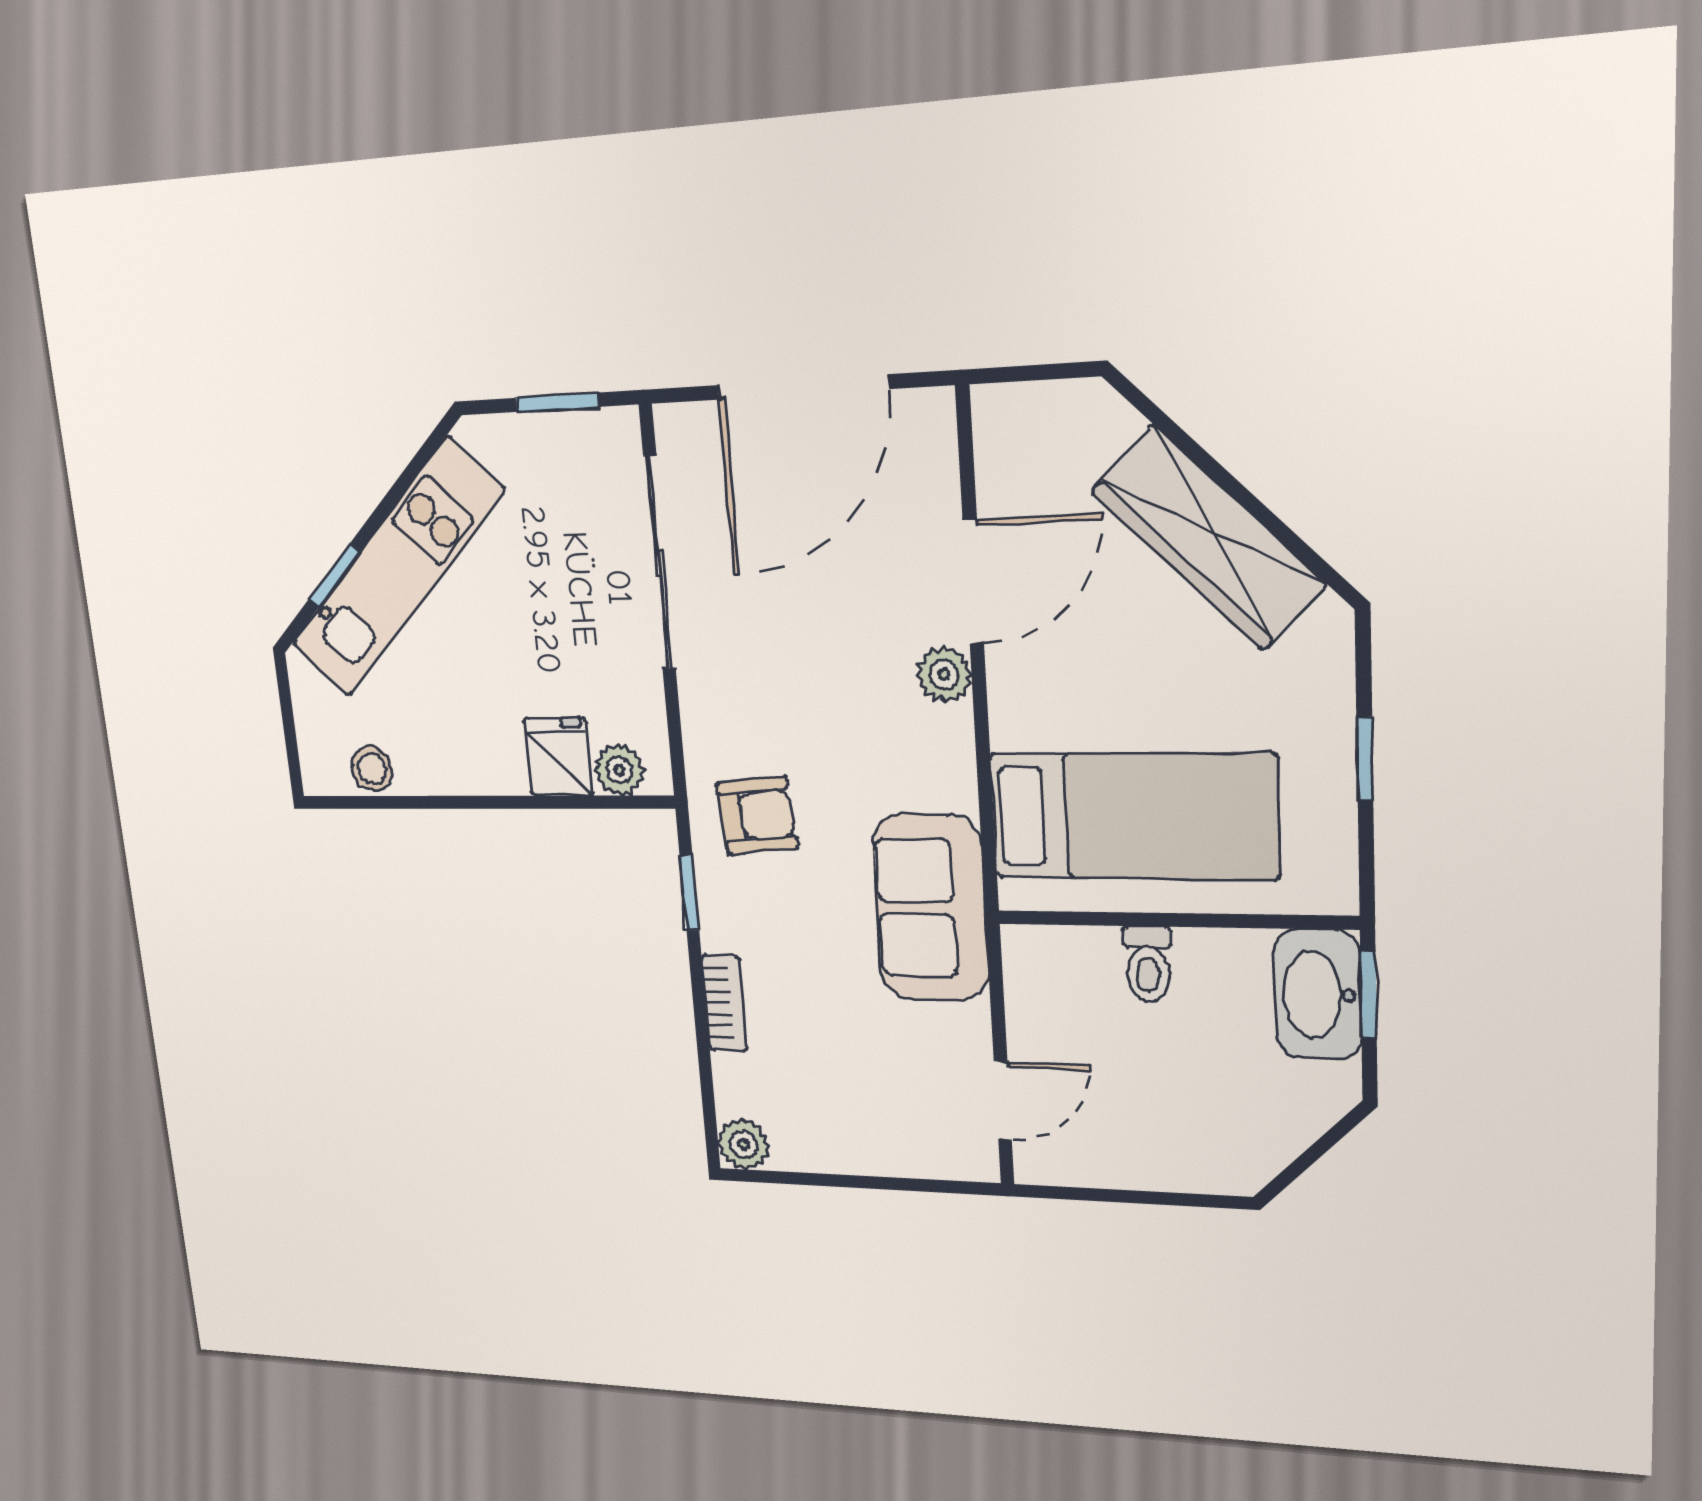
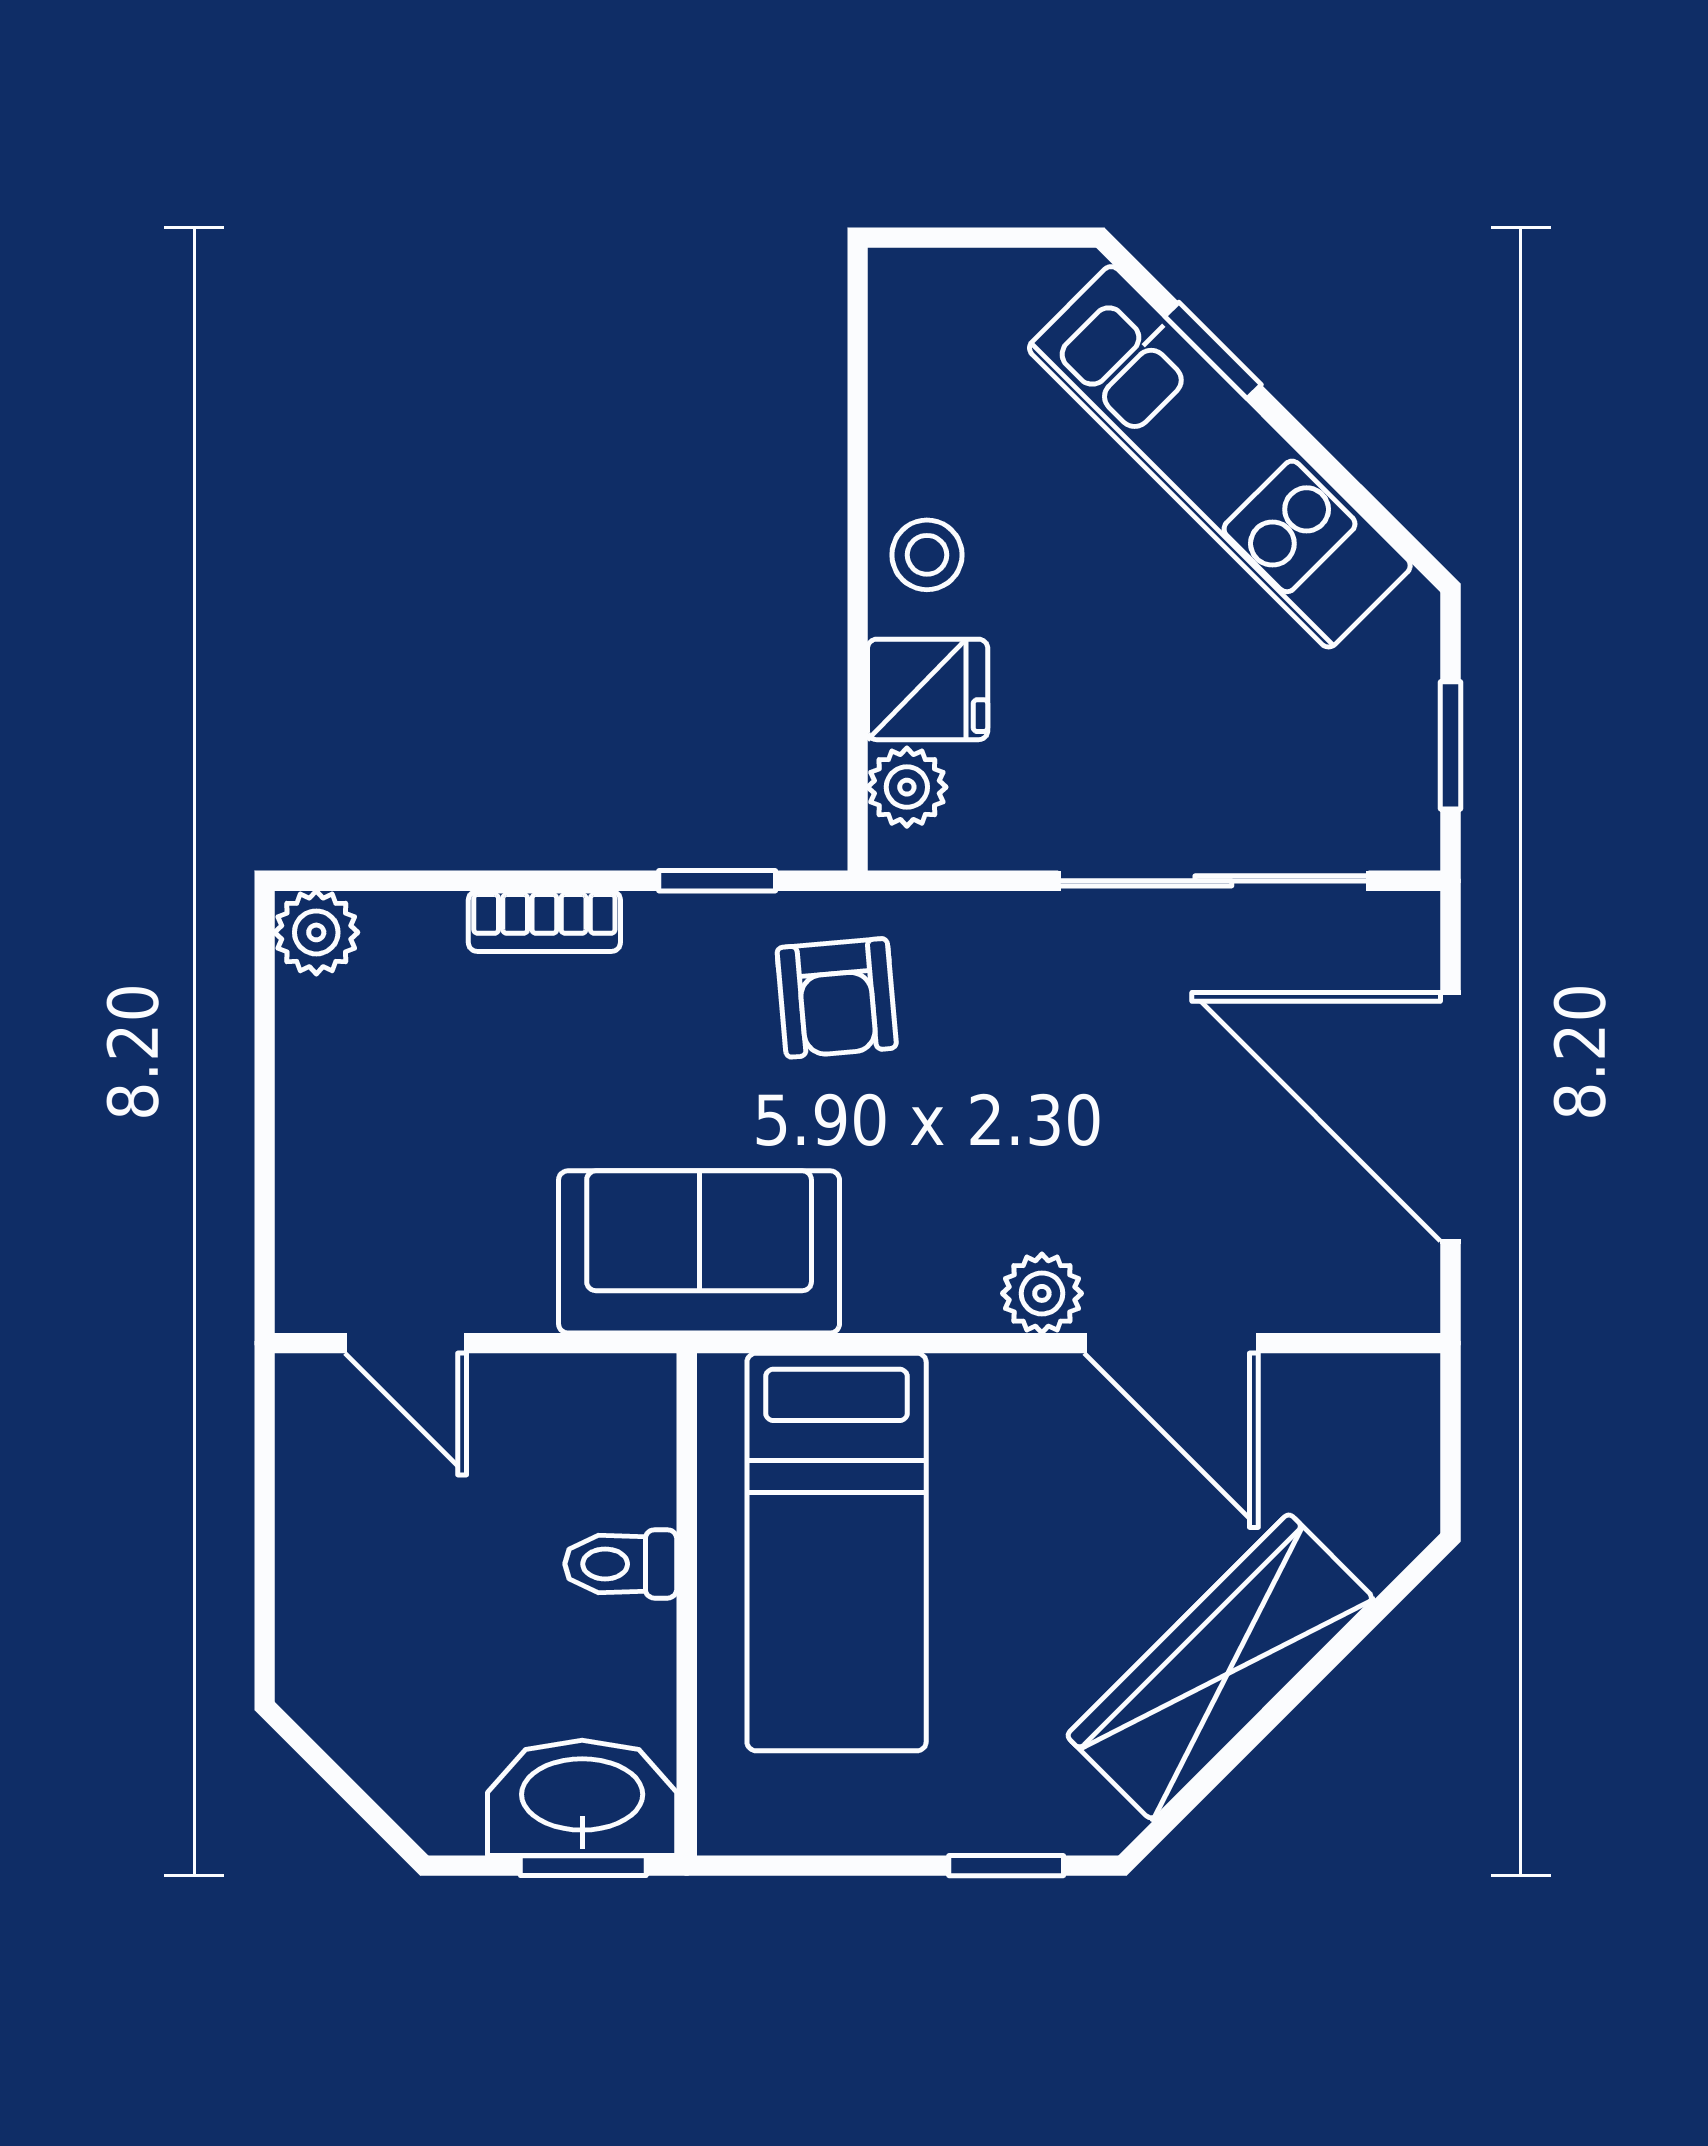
window: (1365, 759) -> (1006, 1866), moved
stool: (372, 769) -> (927, 555), moved

